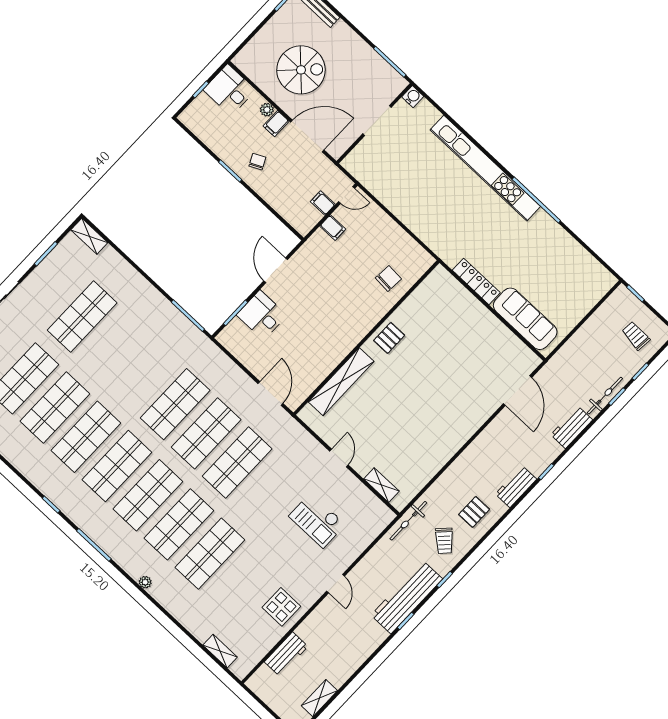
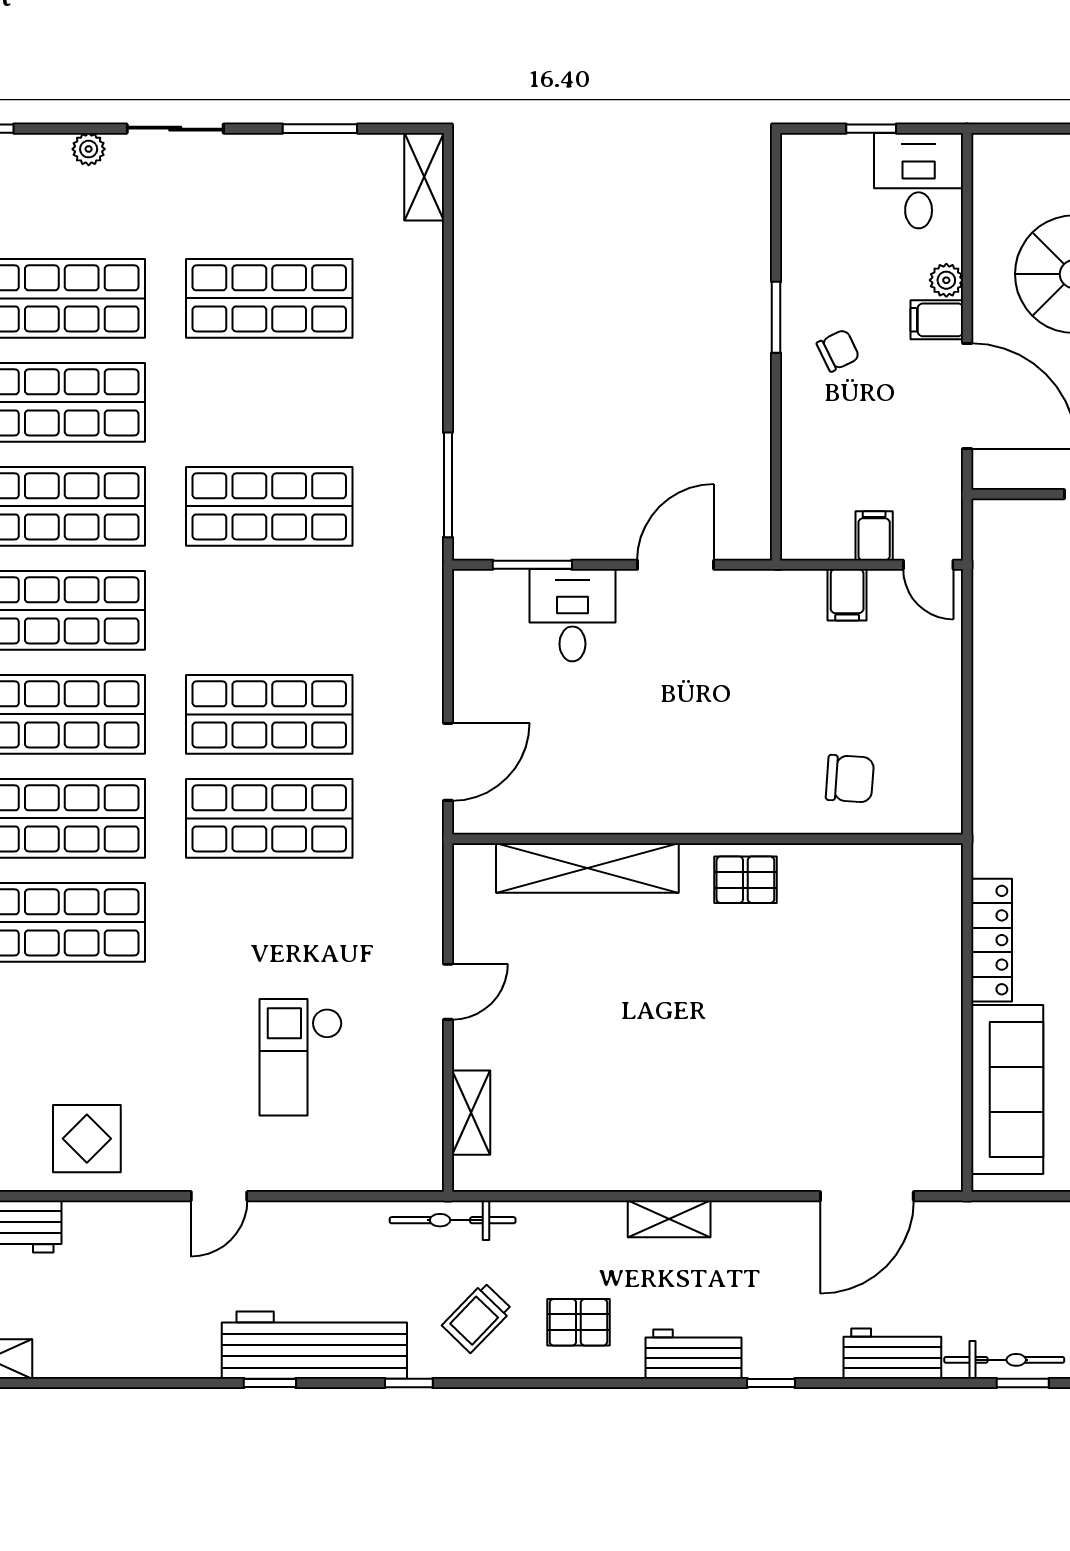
shop shelf: (175, 404) -> (269, 506), moved
shelving: (469, 456) -> (669, 1219), added

